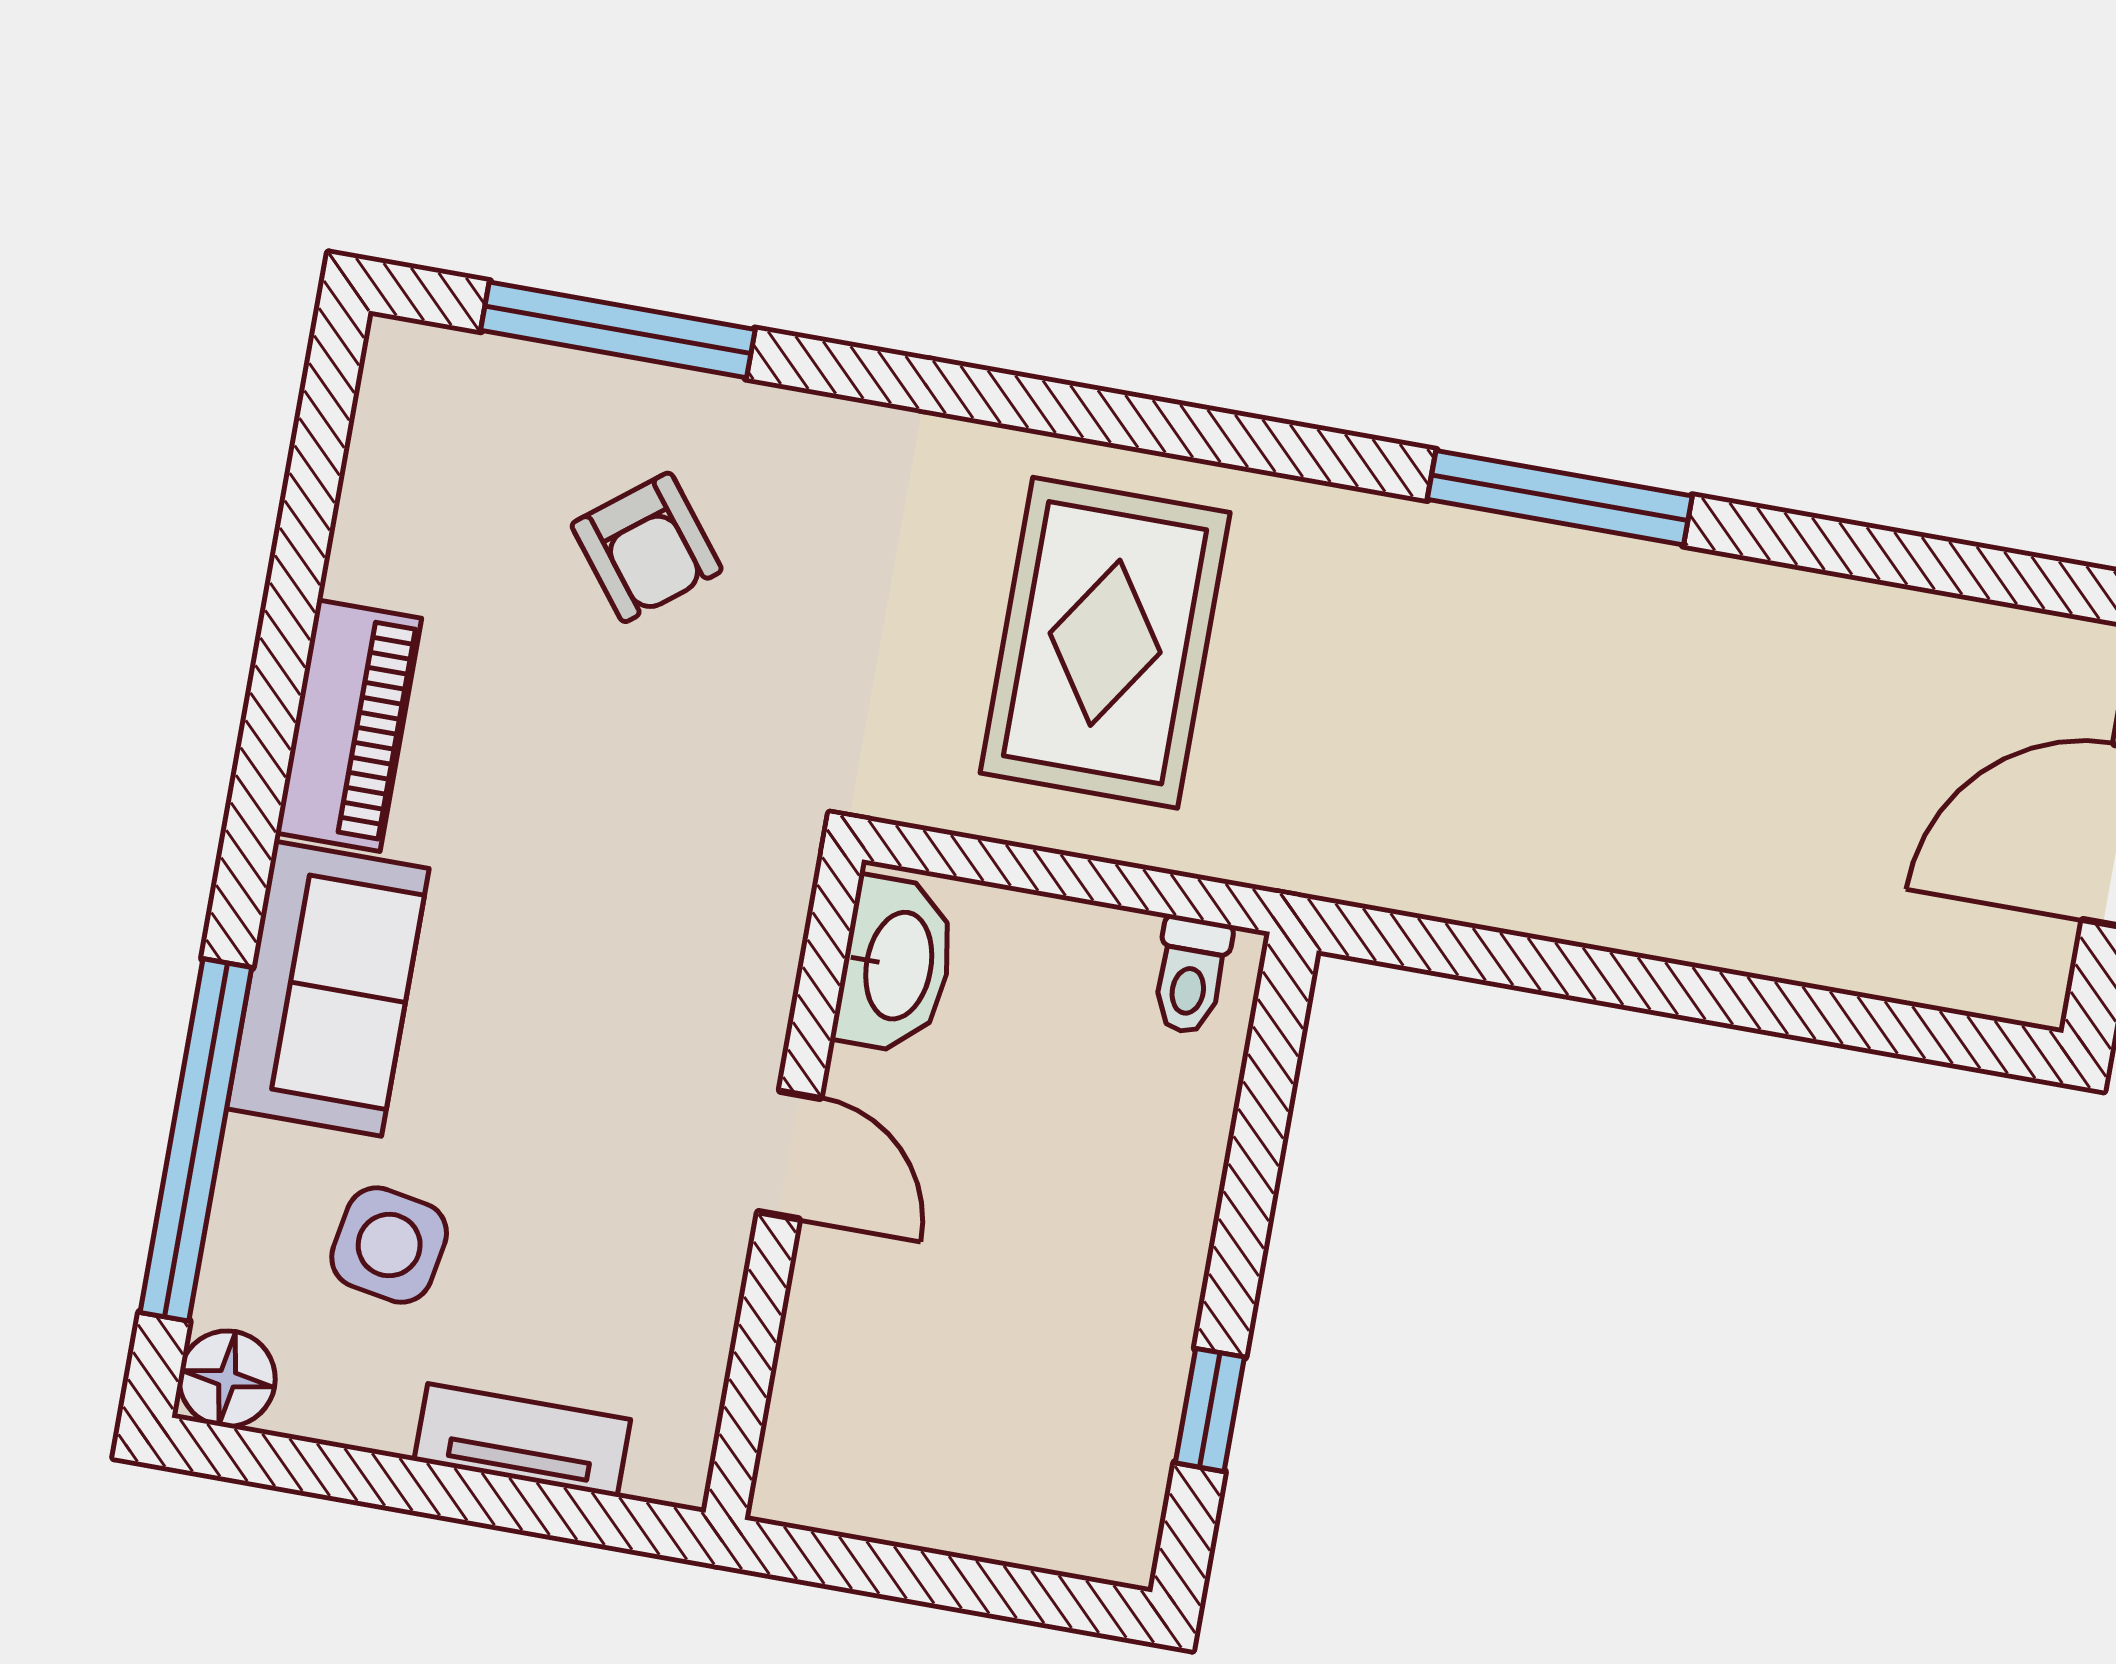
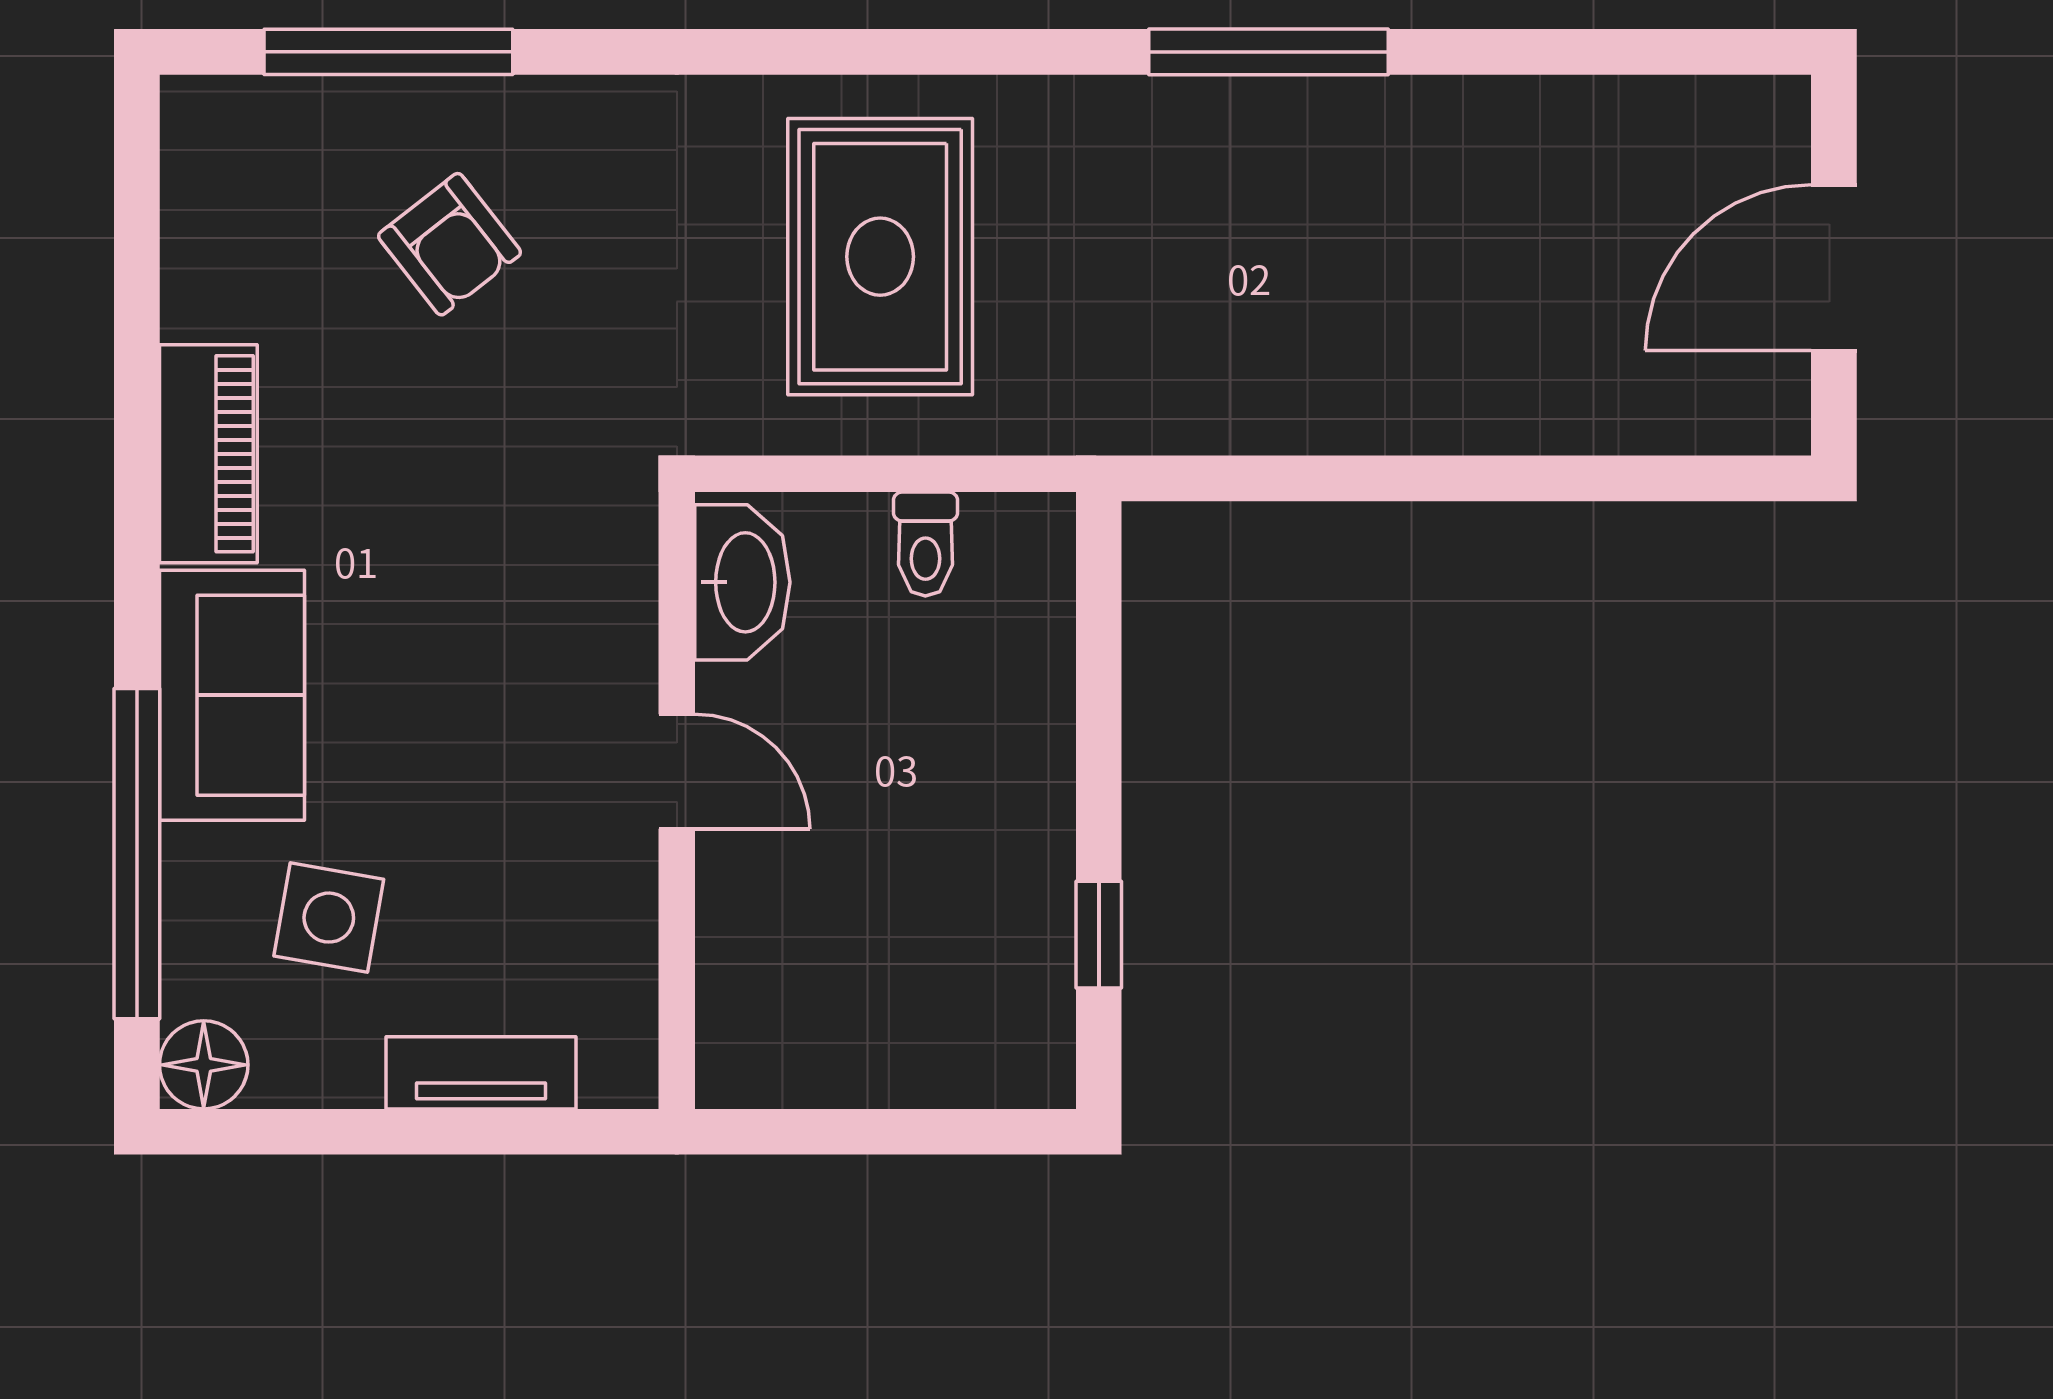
toilet: (1191, 975) -> (925, 544), moved

